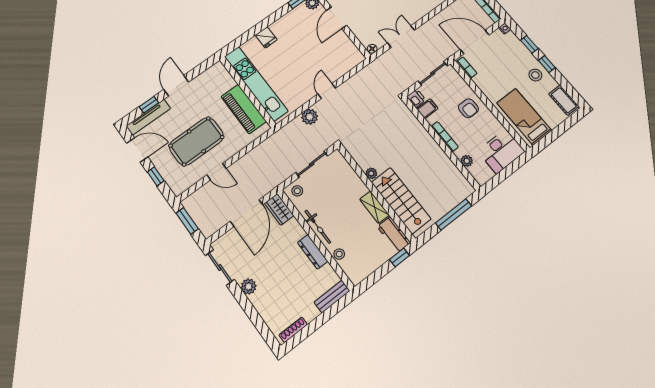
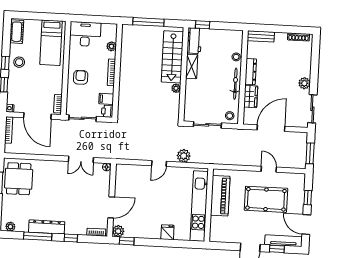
wardrobe: (279, 209) -> (251, 96), moved

